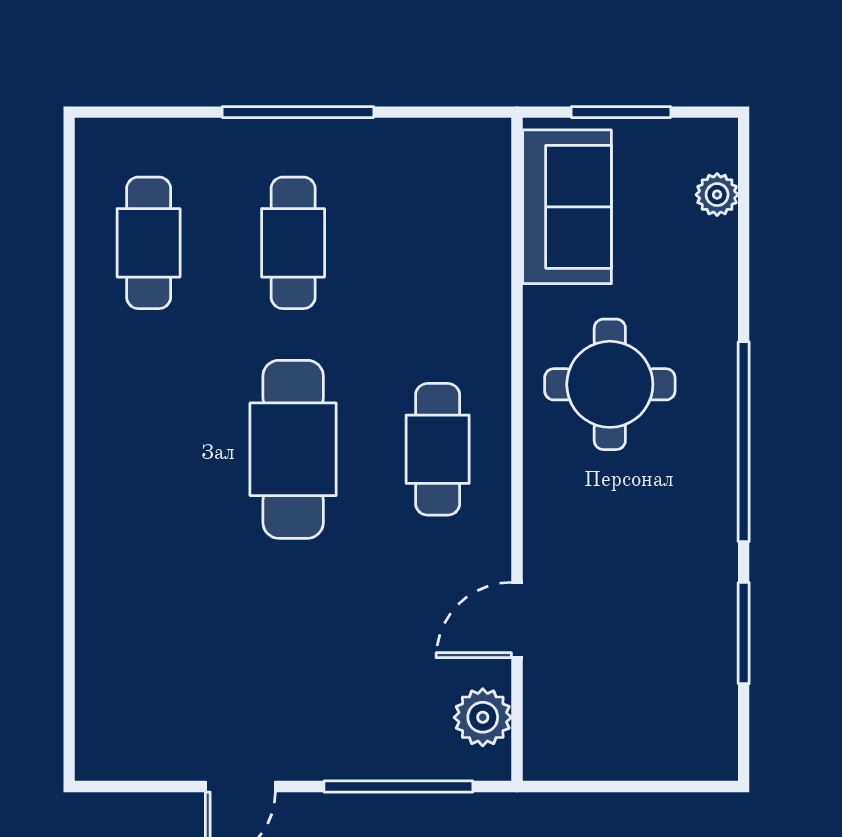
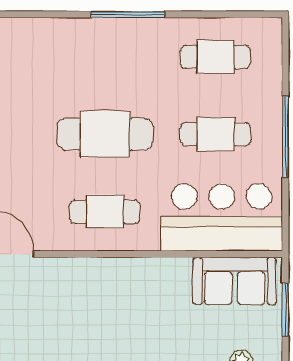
bar counter: (448, 231) -> (222, 217), added
round table: (610, 384) -> (140, 304), removed
window: (69, 407) -> (128, 14), added

